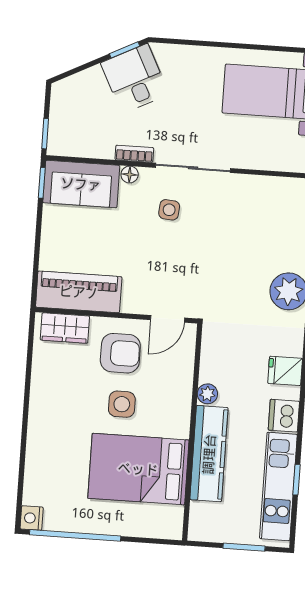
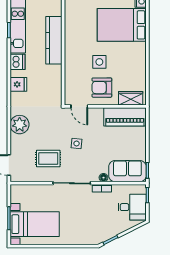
desk: (135, 79) -> (132, 207), moved, turned -63
side table: (169, 210) -> (77, 143), moved
rug: (236, 220) -> (48, 158), added
door: (168, 319) -> (79, 106), swing flipped
plant: (207, 394) -> (57, 70), removed
bed: (138, 469) -> (122, 25), moved, turned 180

